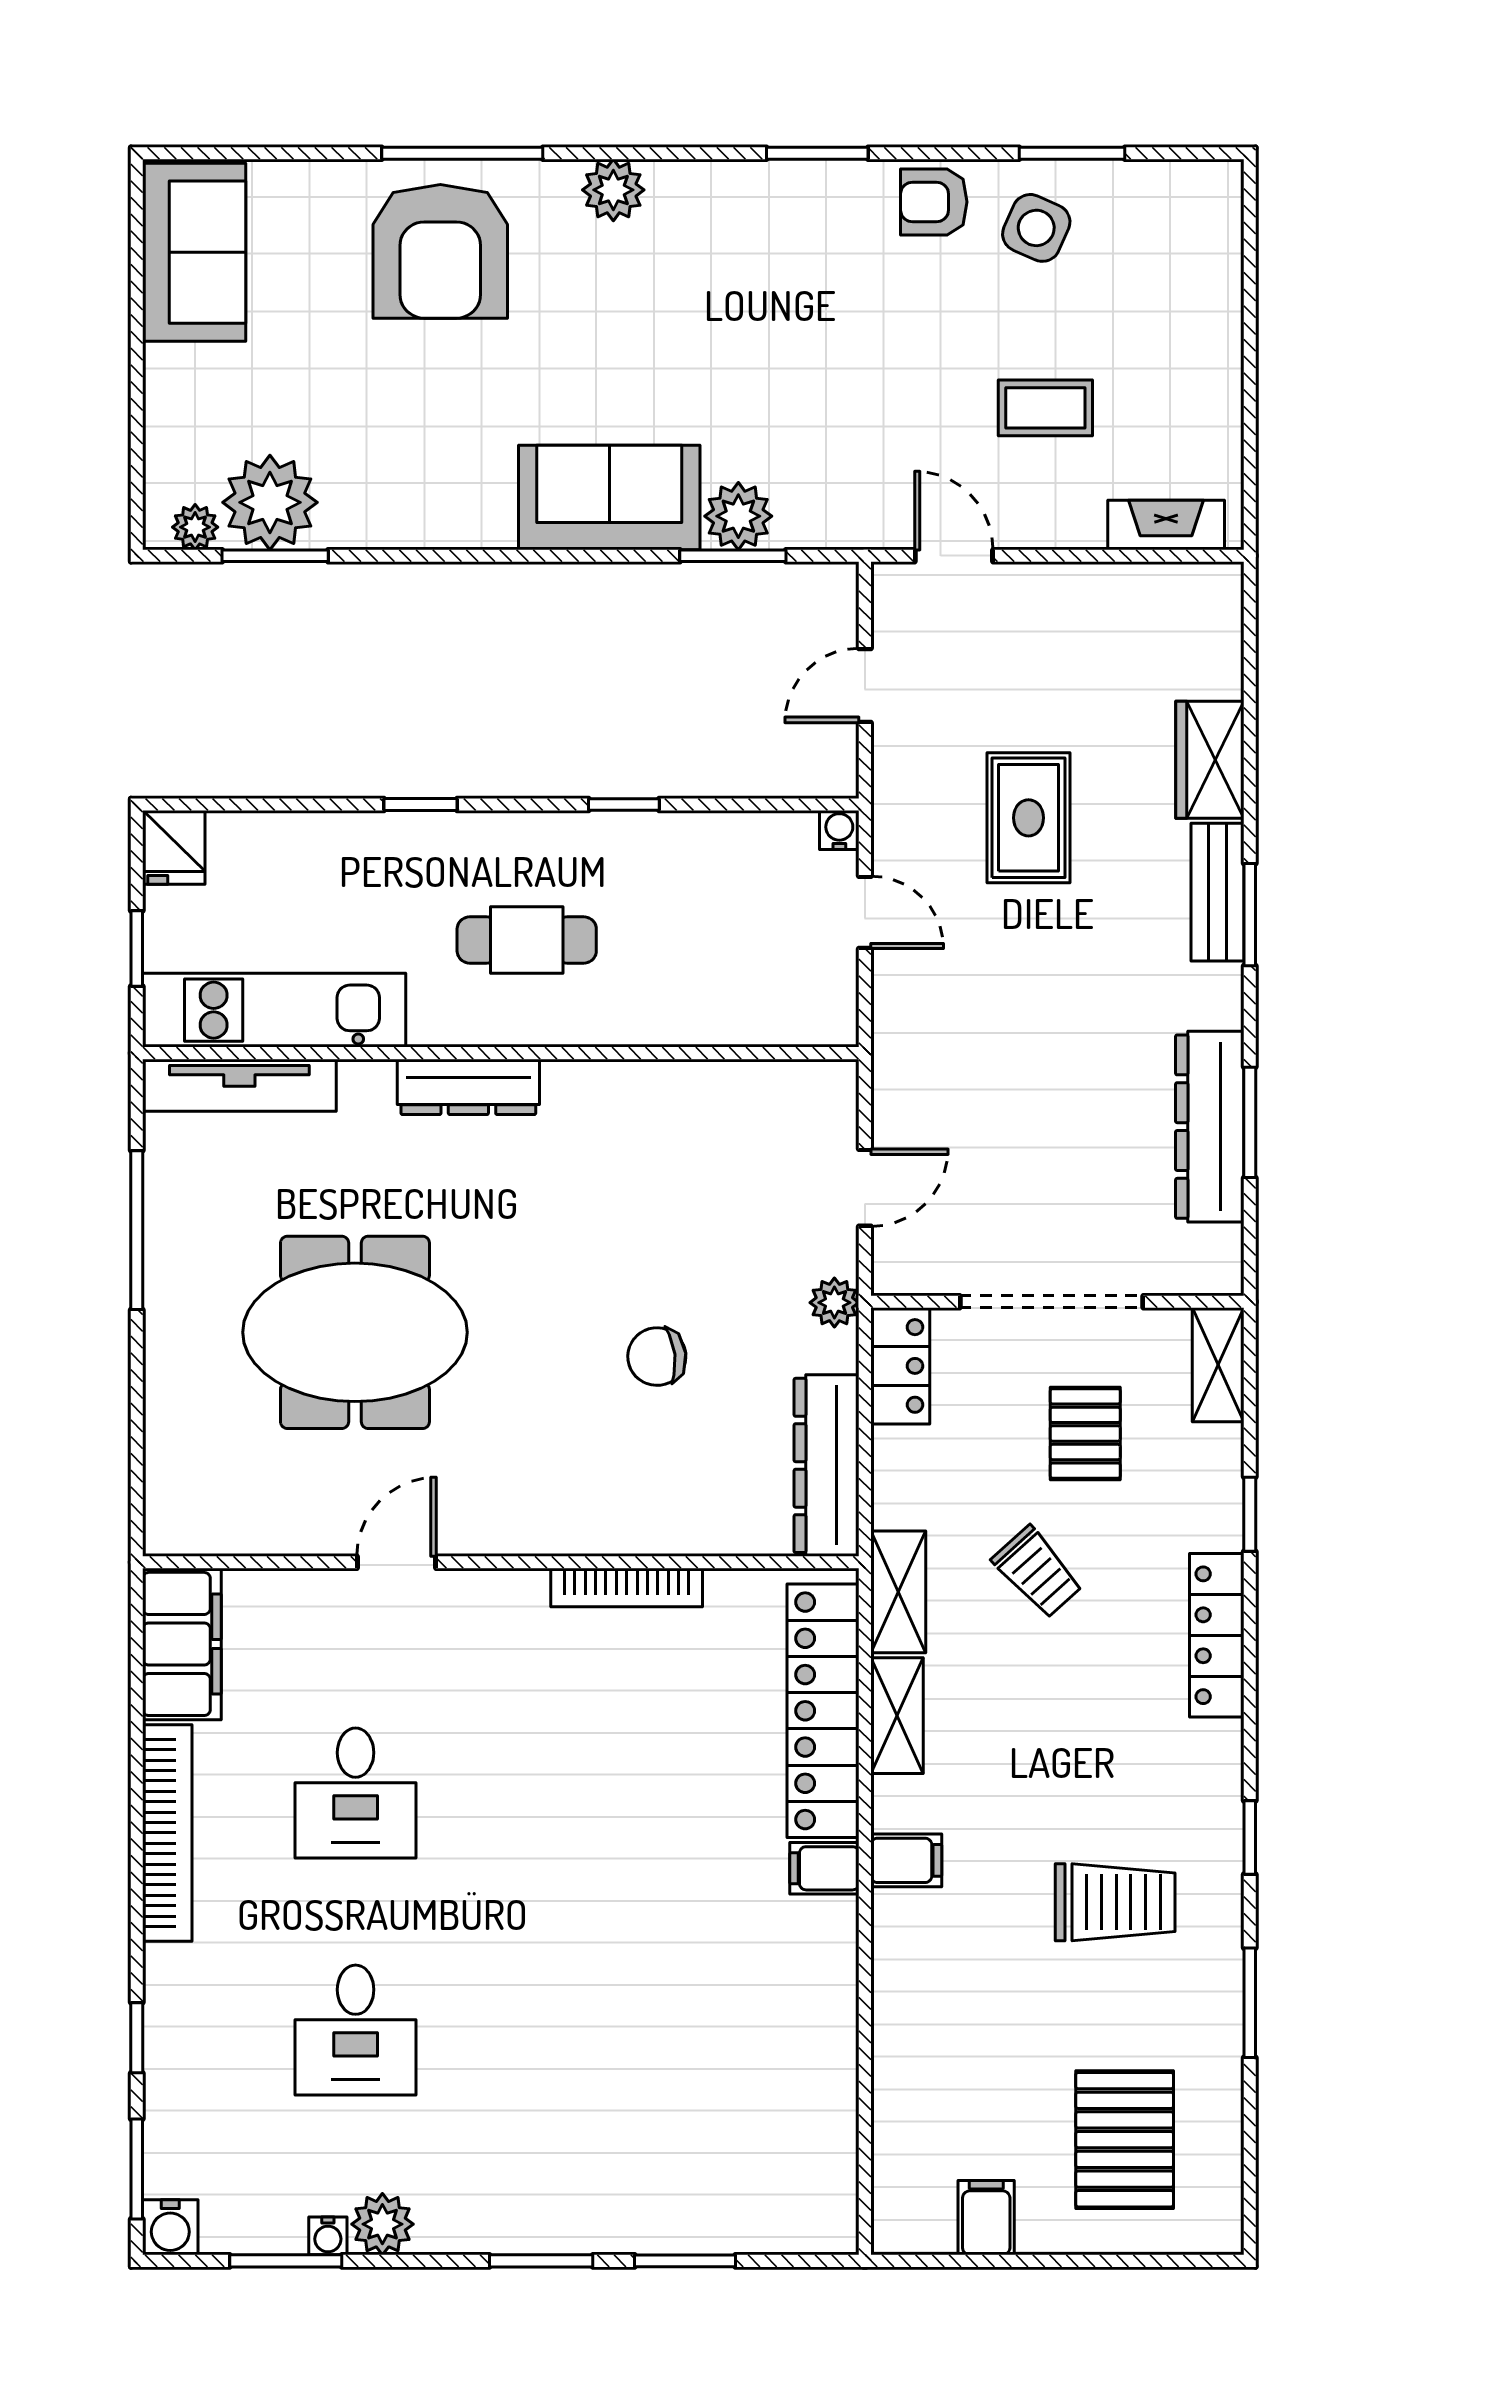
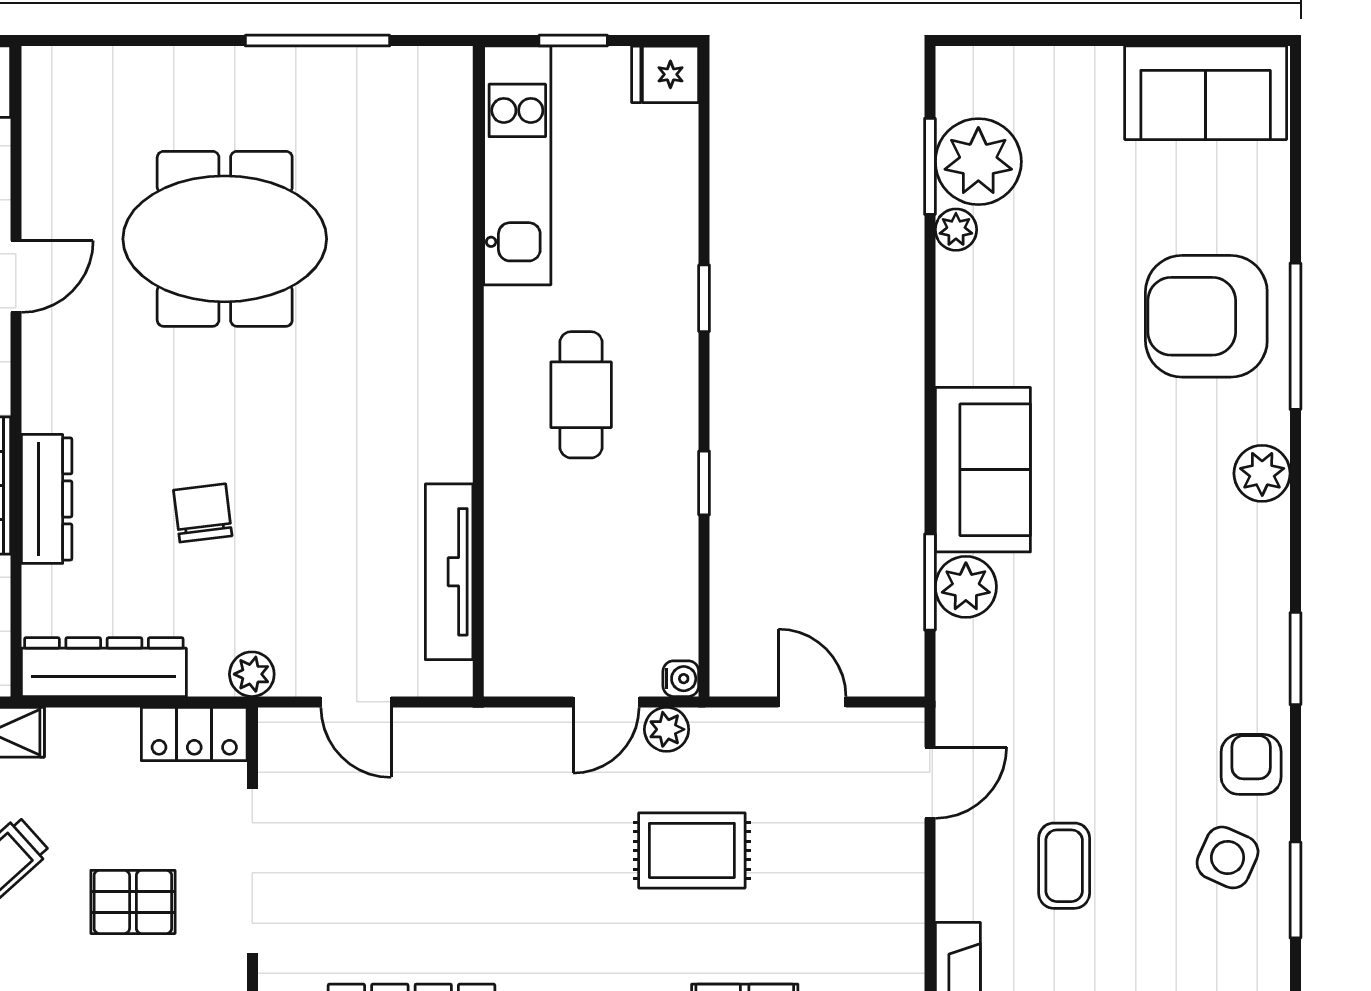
plant: (195, 527) -> (956, 230), moved
plant: (895, 846) -> (667, 729), added
tv unit: (239, 1085) -> (449, 572), moved
dresser: (468, 1087) -> (47, 499), moved, turned 180
meeting table: (355, 1332) -> (225, 239), turned 90
door: (397, 1562) -> (16, 277), hinge flipped

